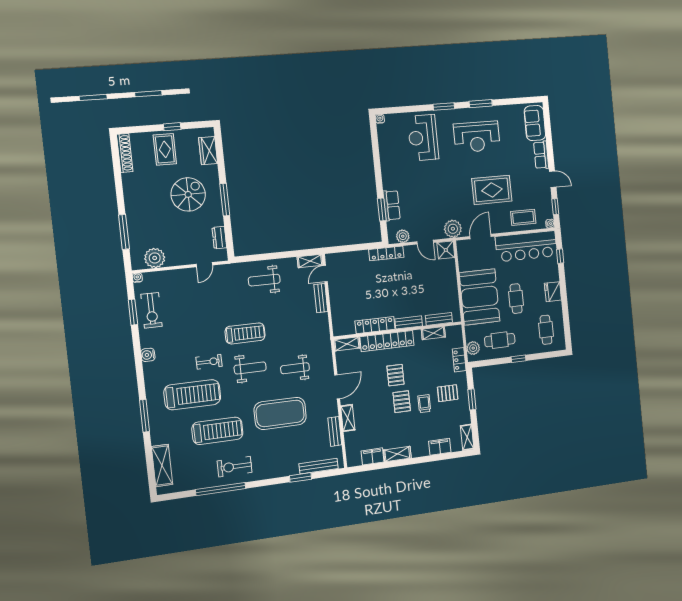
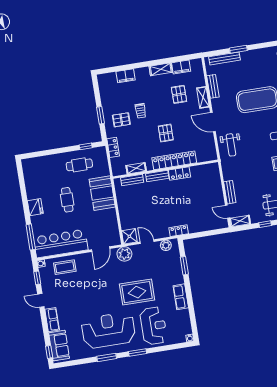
window: (547, 116) -> (49, 352), added
reception desk: (477, 137) -> (108, 330), width x1.36, depth x1.30
rug: (492, 190) -> (137, 292), moved
row of seats: (392, 205) -> (181, 297), moved
locker: (386, 253) -> (179, 231), width x0.66
window: (279, 255) -> (265, 224), added
window: (560, 256) -> (31, 237), width x2.17
door: (325, 274) -> (227, 212), swing flipped
booth: (480, 297) -> (102, 193), width x0.73, depth x0.70
locker: (375, 325) -> (179, 174), width x0.66
cafe table: (546, 330) -> (40, 175), removed
shelving: (347, 344) -> (207, 157), removed
plant: (473, 348) -> (102, 157), removed
window: (518, 359) -> (86, 146), moved
weight bench: (295, 368) -> (231, 145), moved, turned 90
door: (337, 387) -> (213, 122), hinge flipped
pallet: (402, 402) -> (179, 94), moved
shelving: (467, 437) -> (103, 84), removed

